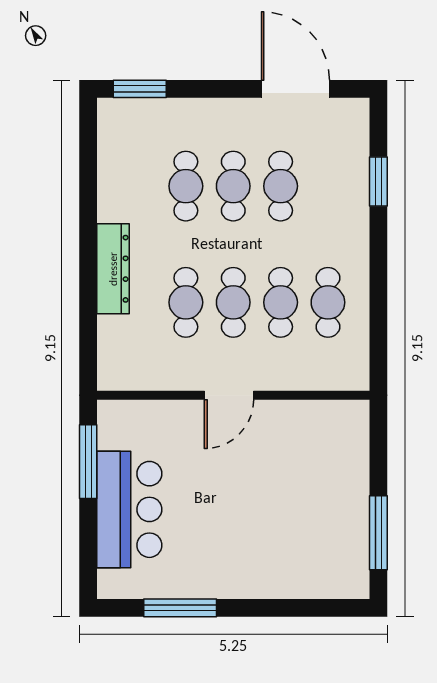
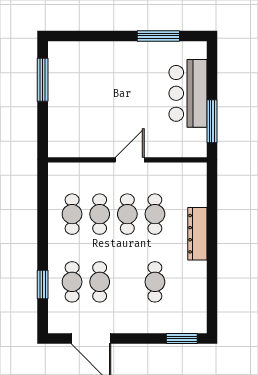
cafe table: (233, 186) -> (72, 282), moved

